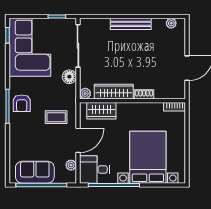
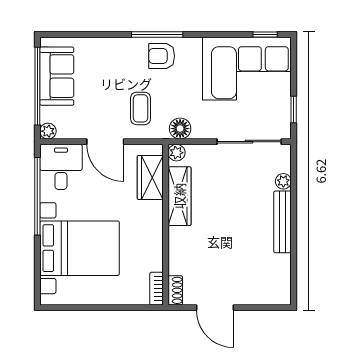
plant: (171, 23) -> (283, 181), moved
floor lamp: (69, 77) -> (180, 129), moved
shoe rack: (144, 94) -> (175, 290), moved
plant: (71, 165) -> (48, 131), moved

